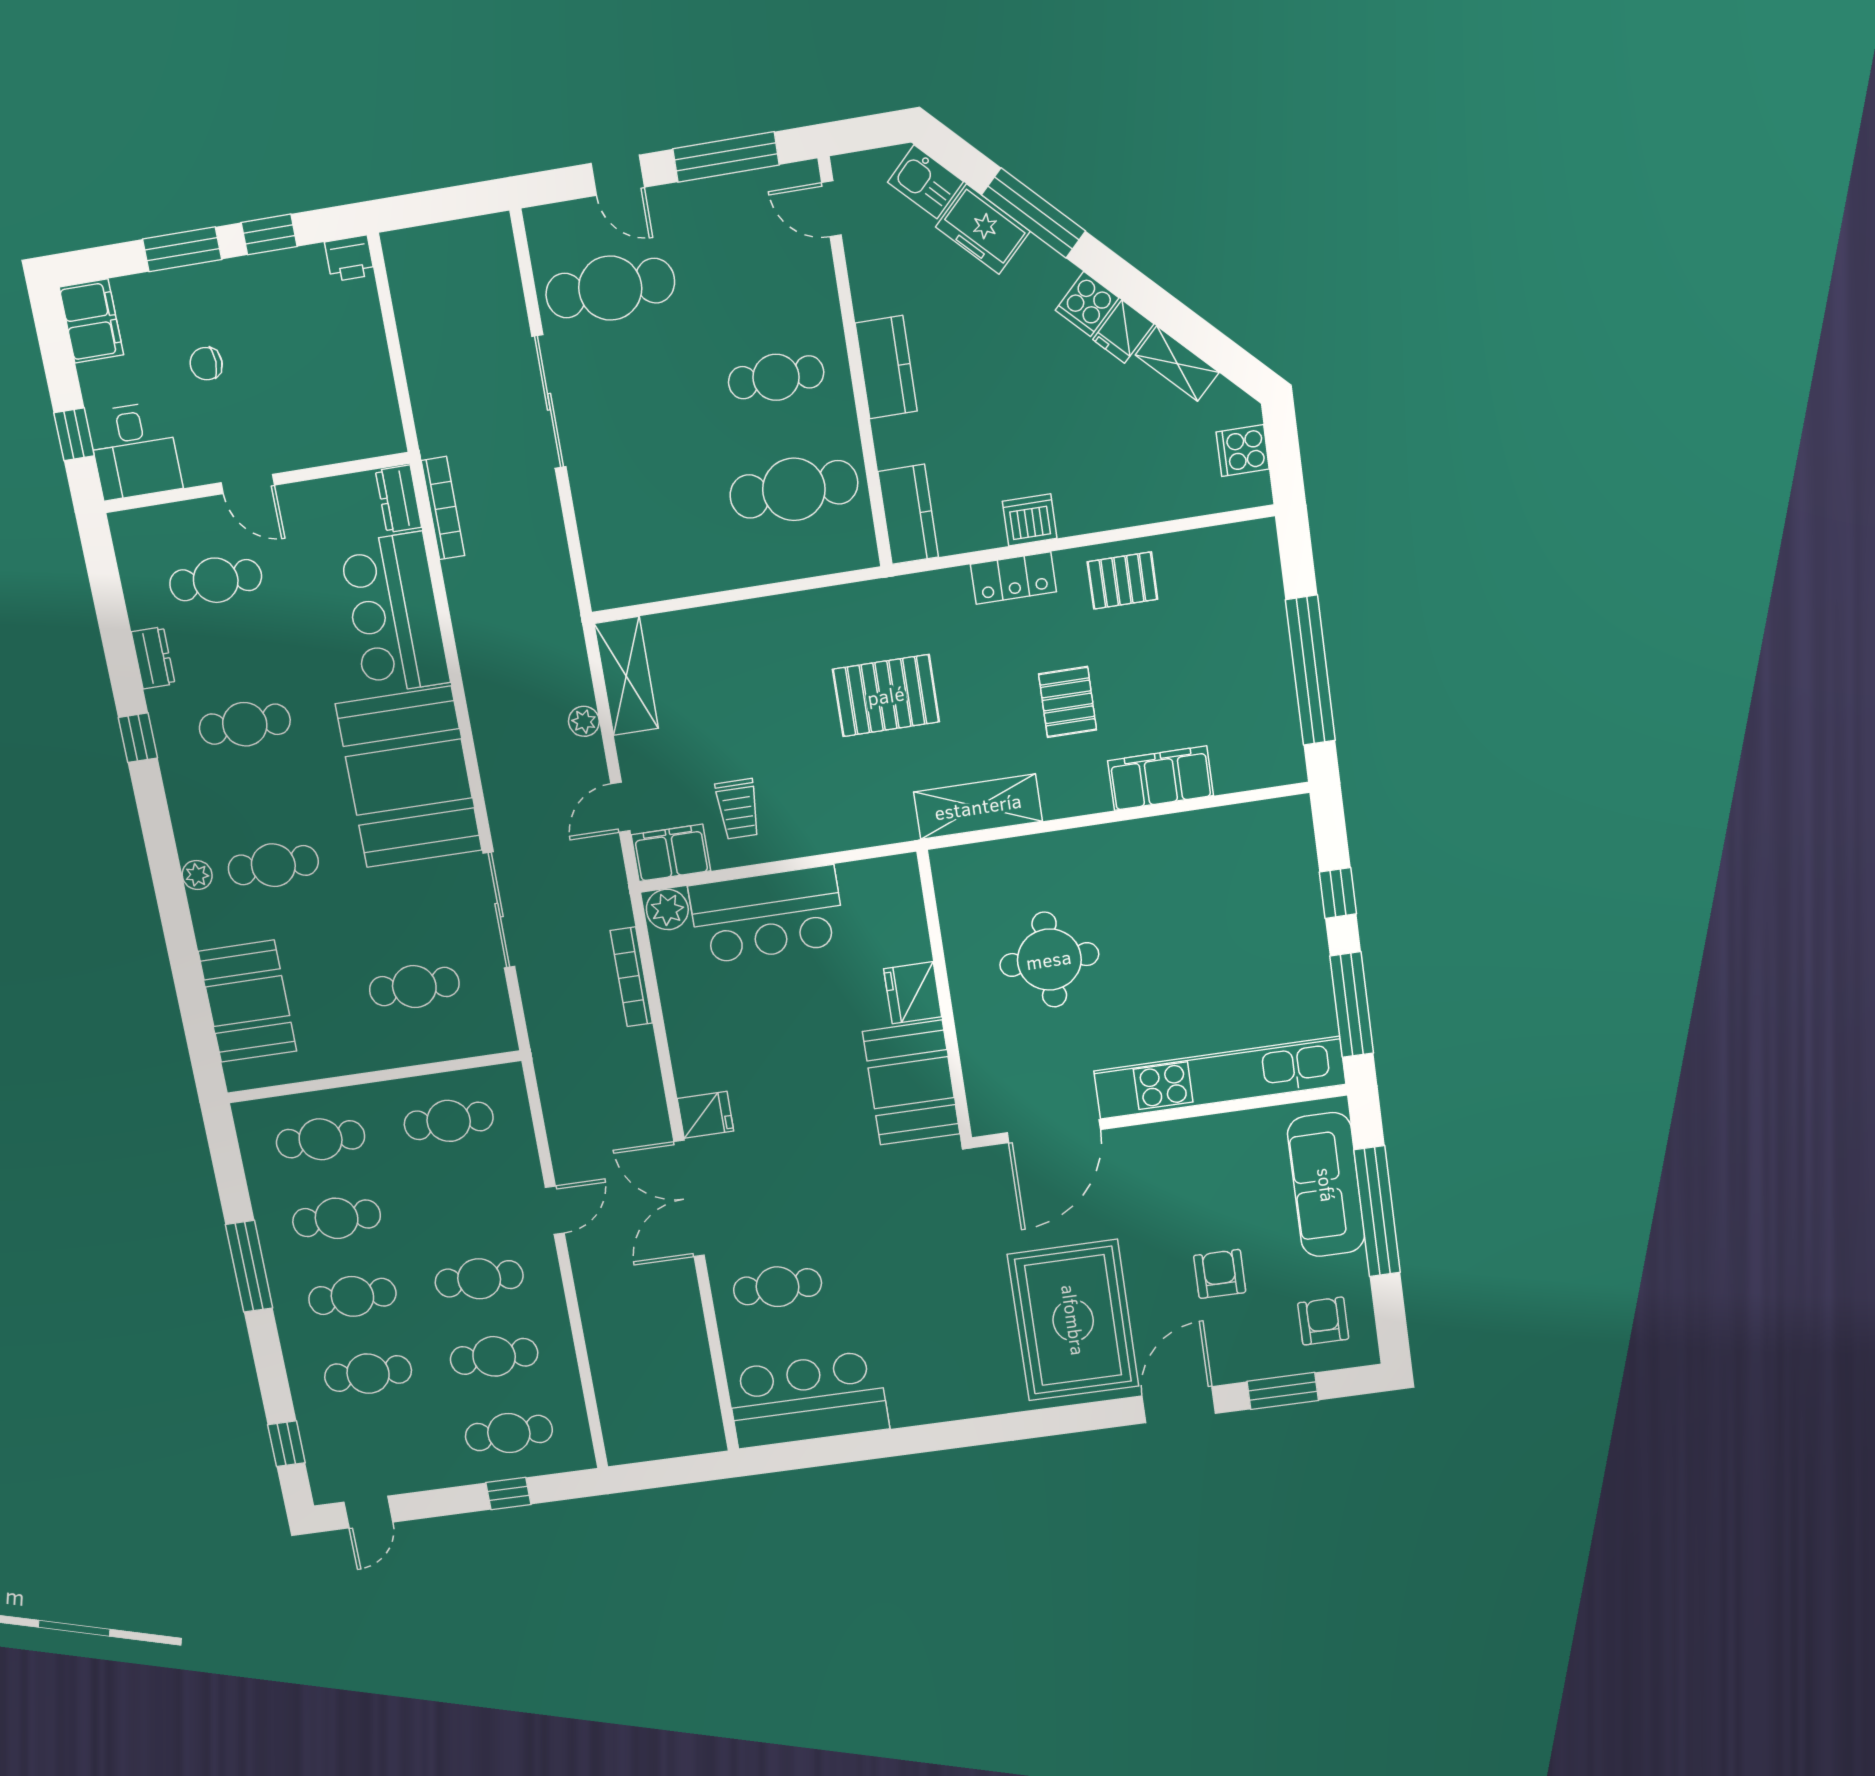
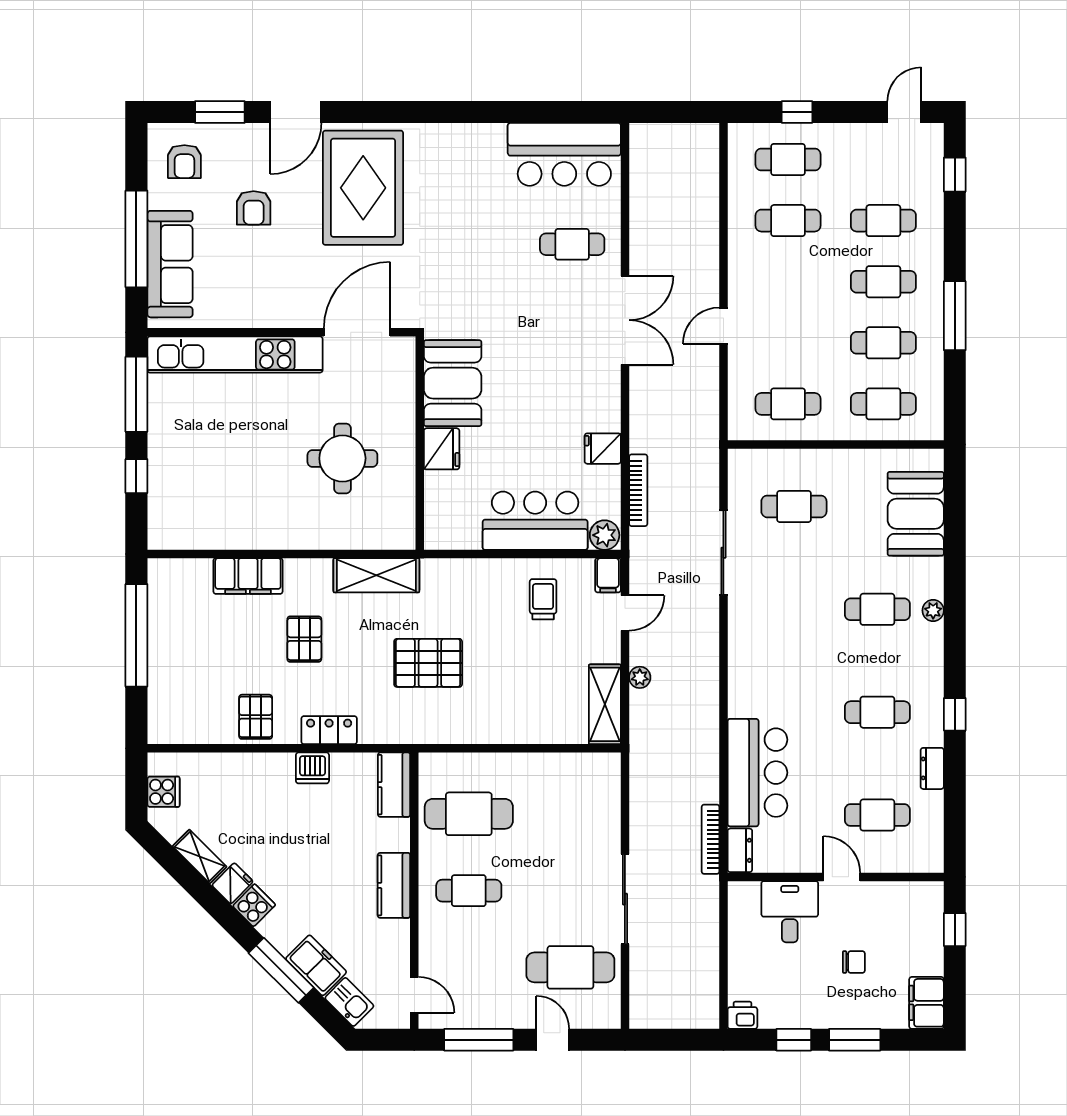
desk: (135, 451) -> (790, 912), moved
pallet: (1122, 581) -> (256, 717), turned 90
booth: (409, 777) -> (769, 657), removed
filing cabinet: (671, 853) -> (608, 575), width x0.50
fridge: (705, 1115) -> (603, 449), moved
cafe table: (479, 1279) -> (788, 282), removed

